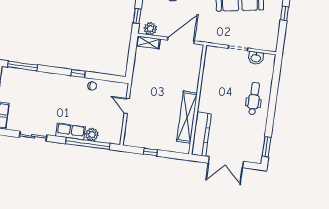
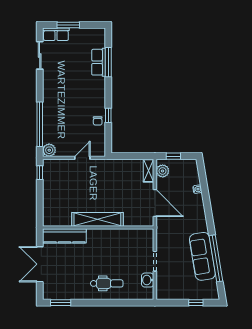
window: (23, 66) -> (108, 62), moved
window: (78, 73) -> (108, 115), moved
shelving: (187, 117) -> (97, 219), moved
row of seats: (71, 131) -> (99, 62), moved, turned 180
plant: (92, 135) -> (49, 150), moved
sliding door: (33, 136) -> (40, 55), moved
window: (150, 152) -> (40, 173), moved

